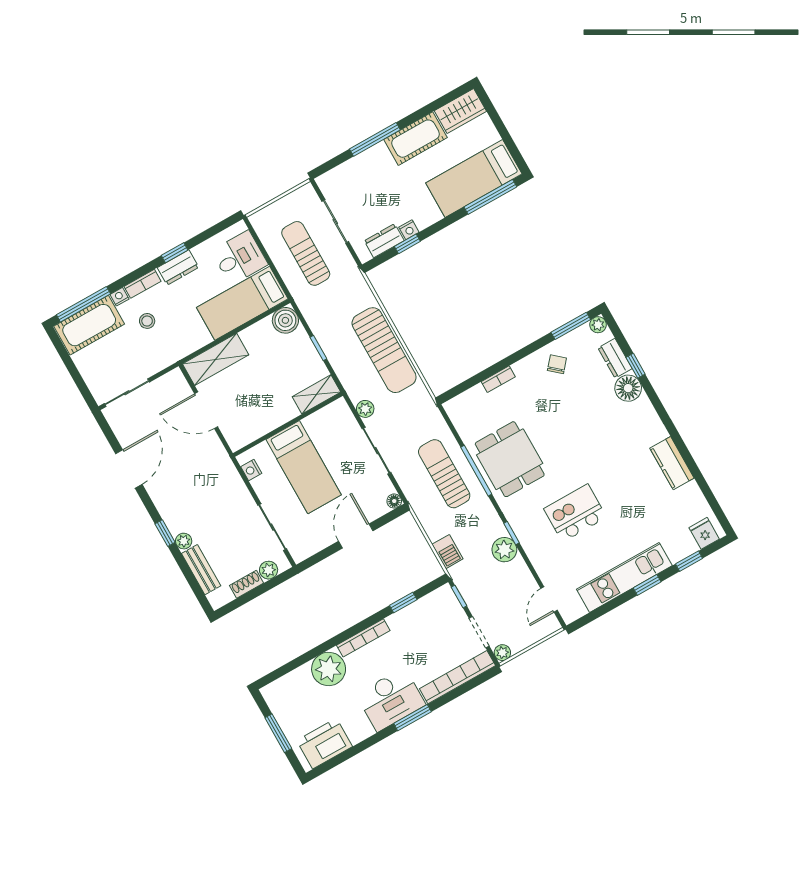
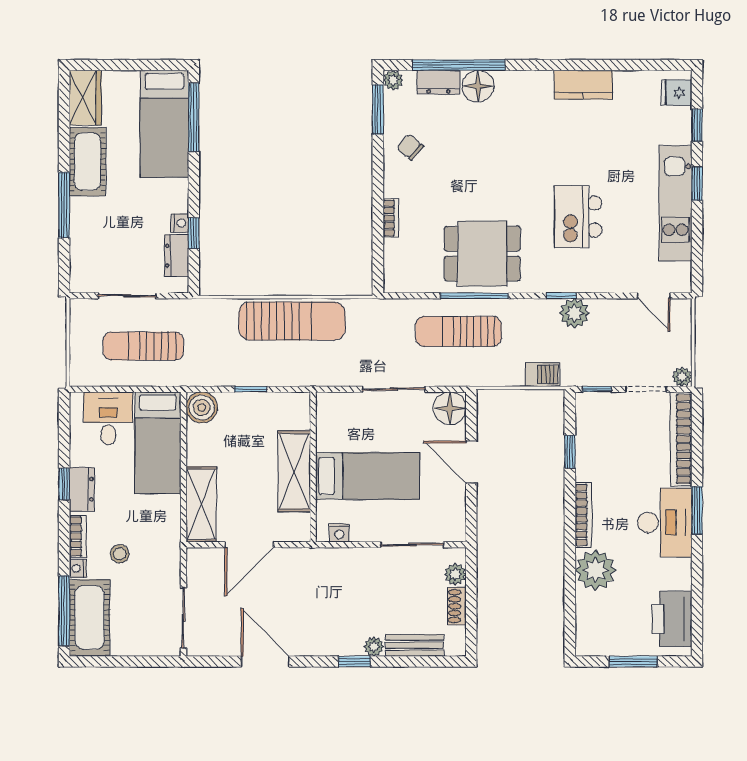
window: (636, 366) -> (459, 65), width x3.17
shelving: (316, 394) -> (294, 471), moved, width x1.50, depth x1.33
plant: (365, 409) -> (343, 376), removed
floor lamp: (394, 501) -> (450, 408), width x1.89, depth x1.89

